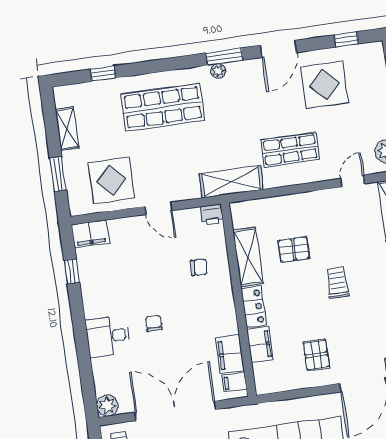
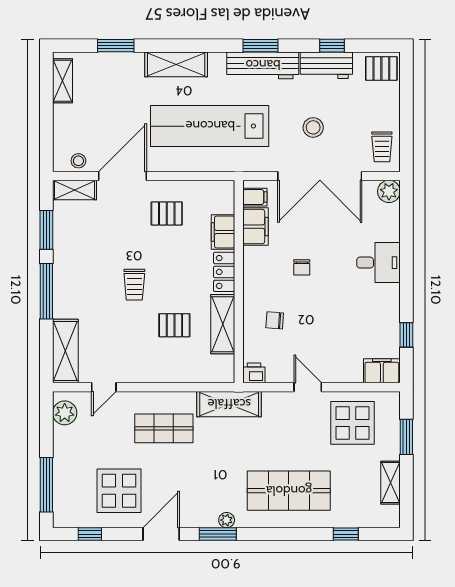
chair: (154, 323) -> (302, 267), moved
pallet: (316, 355) -> (167, 213), turned 90

